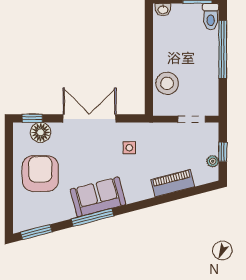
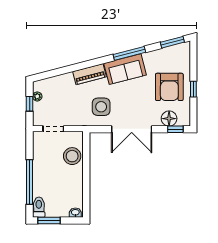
side table: (129, 148) -> (101, 107), width x1.87, depth x1.87
window: (9, 171) -> (193, 89), added
piano: (173, 183) -> (89, 74), moved

